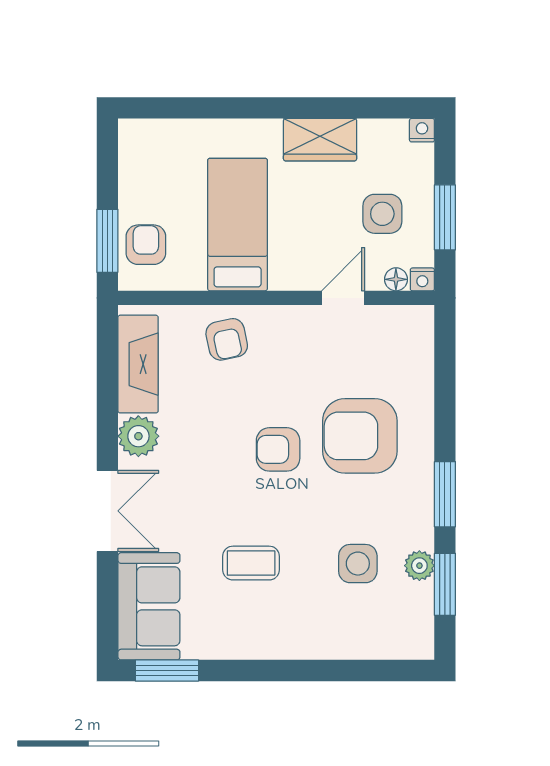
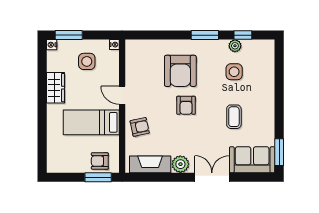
window: (445, 217) -> (69, 35), moved
floor lamp: (396, 279) -> (114, 56), removed
door: (343, 298) -> (122, 95), moved
window: (445, 584) -> (243, 35), width x0.67

